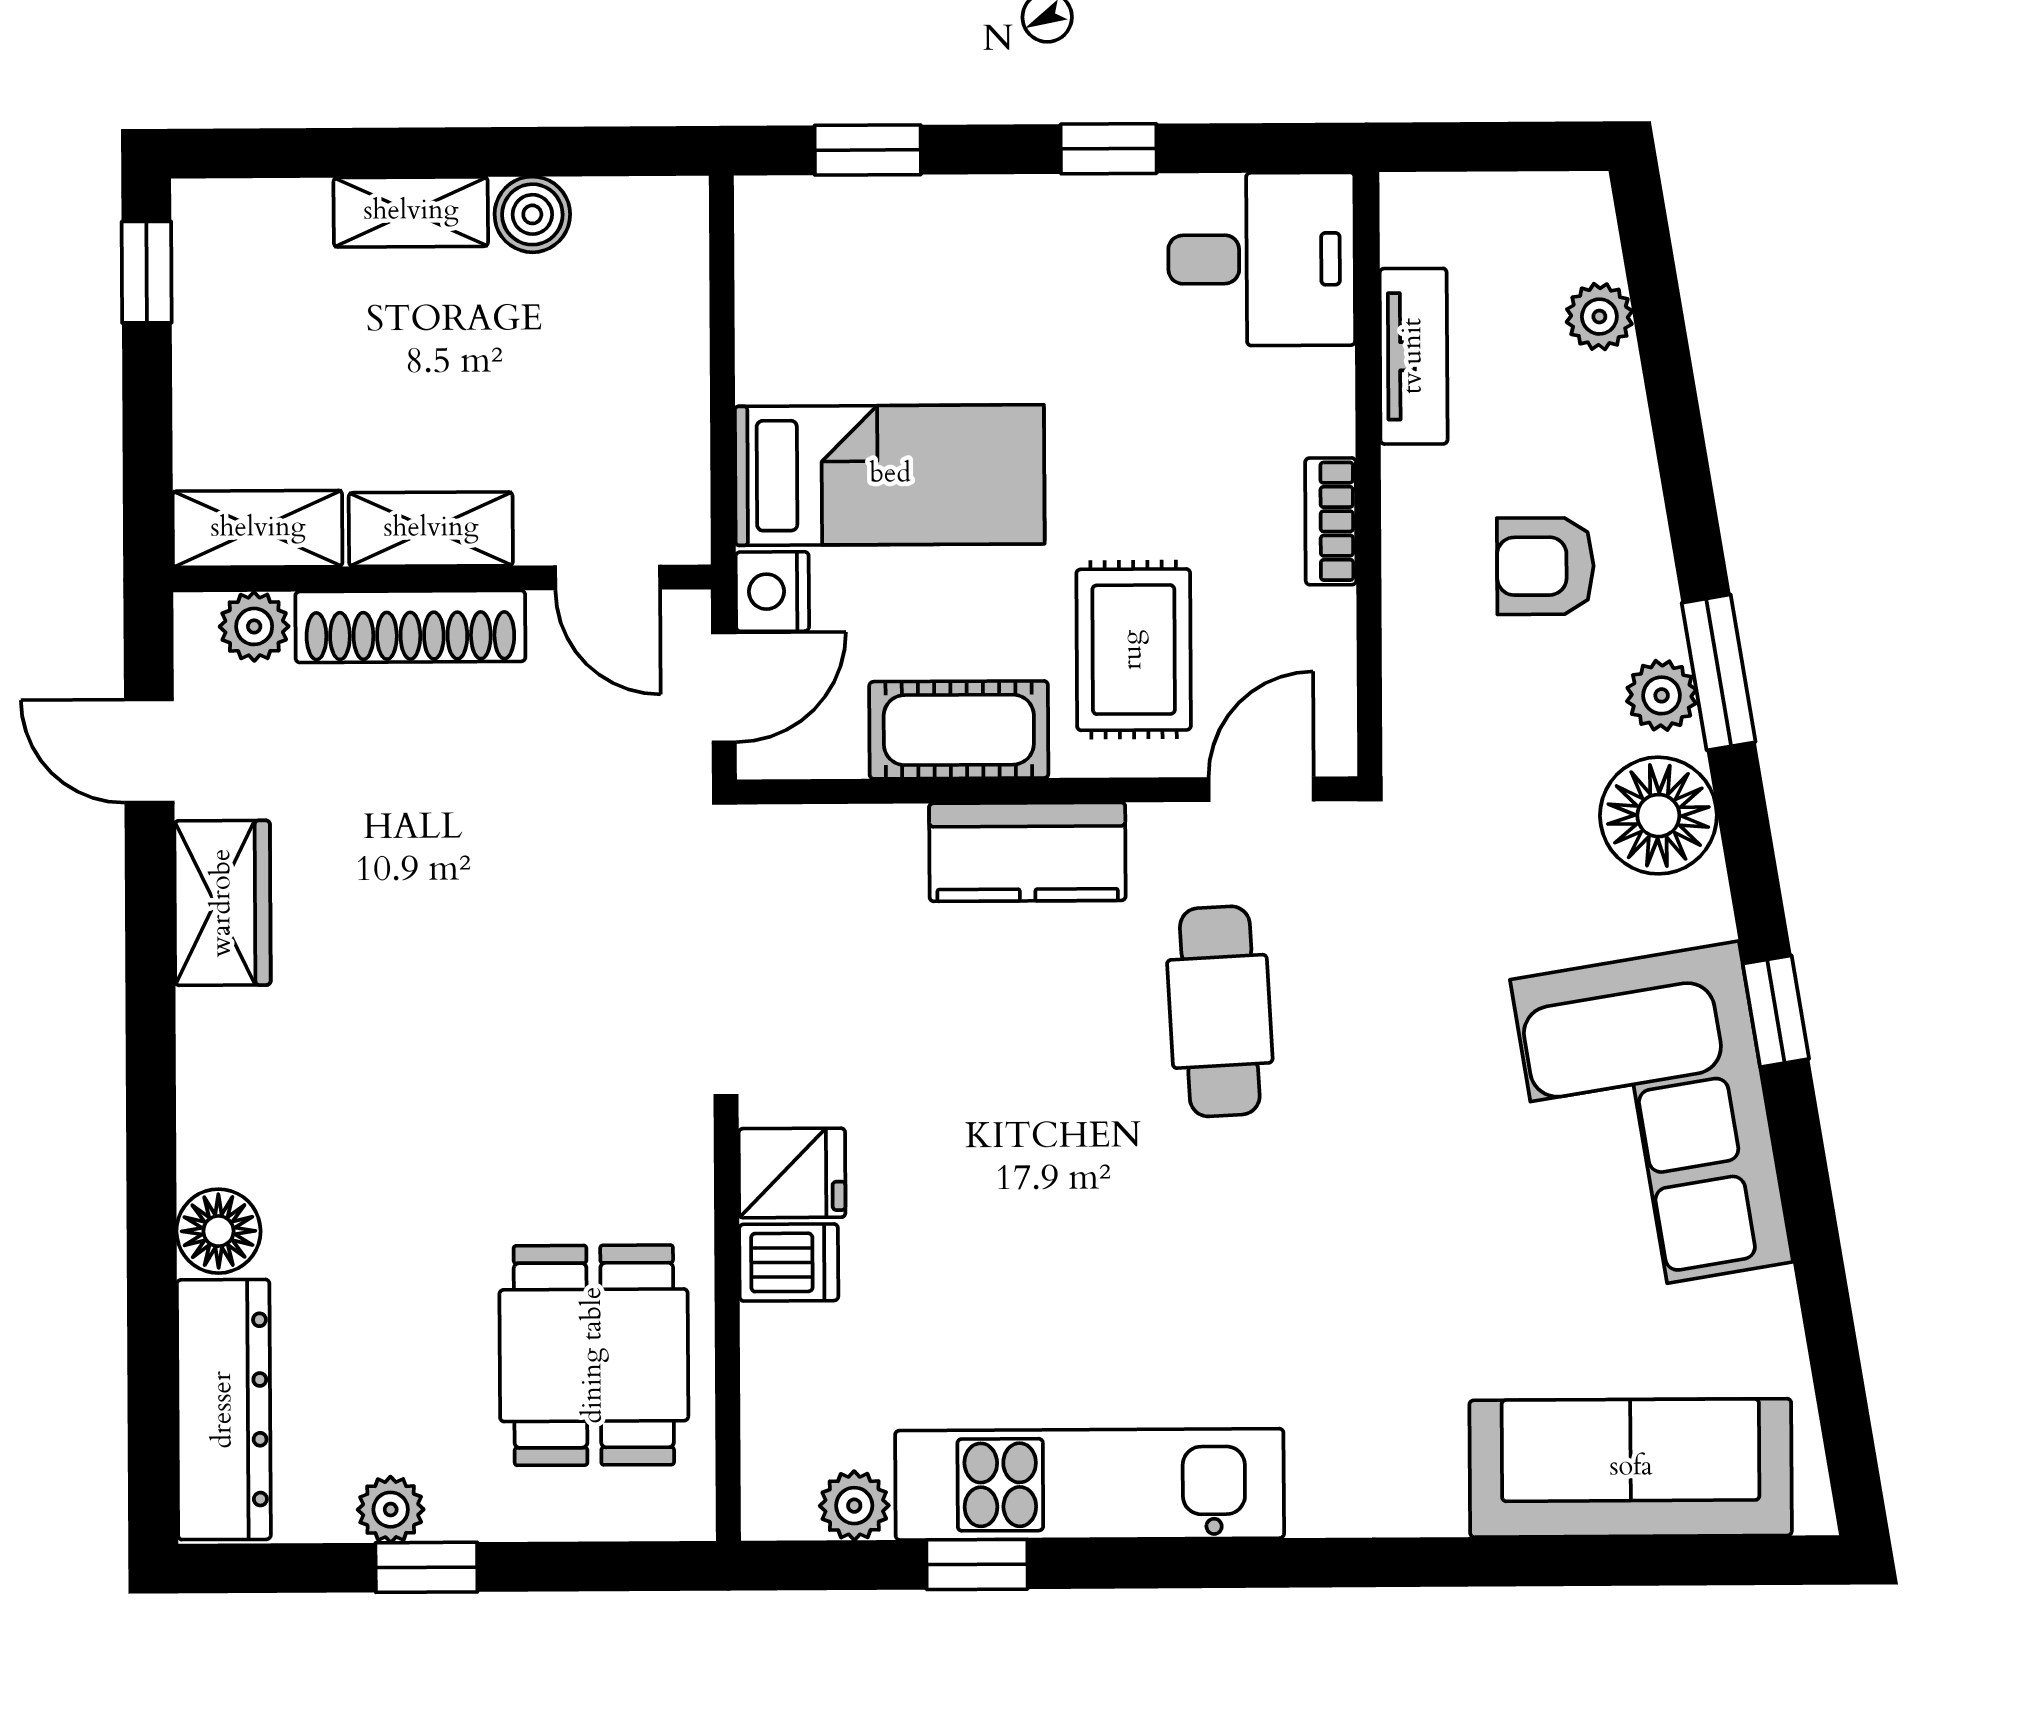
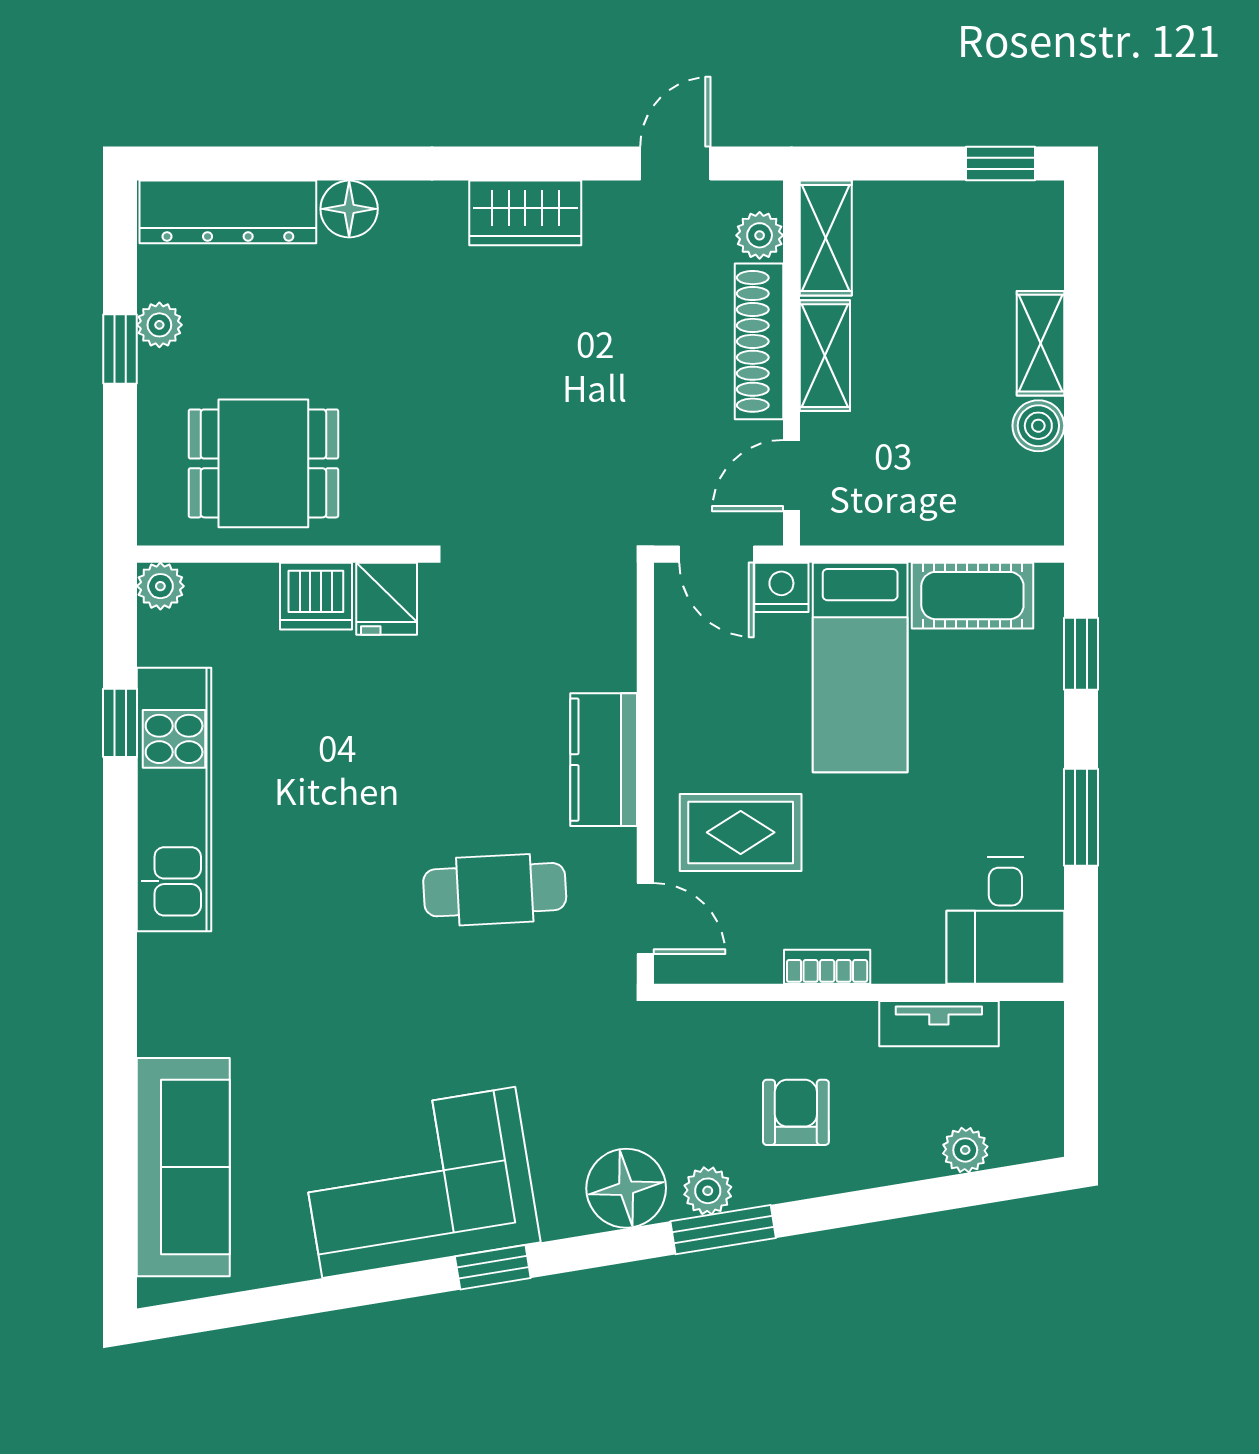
window: (1109, 149) -> (1081, 817), width x1.50
cot: (959, 730) -> (972, 596), moved, turned 90
wardrobe: (223, 903) -> (525, 213), moved
dishwasher: (789, 1262) -> (316, 596), width x1.38
plant: (854, 1506) -> (160, 586), moved

